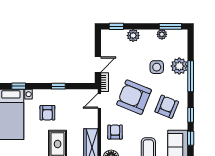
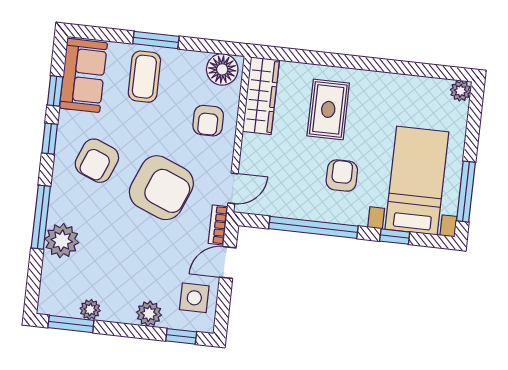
side table: (157, 67) -> (194, 298), moved
window: (58, 86) -> (313, 227), width x3.17

